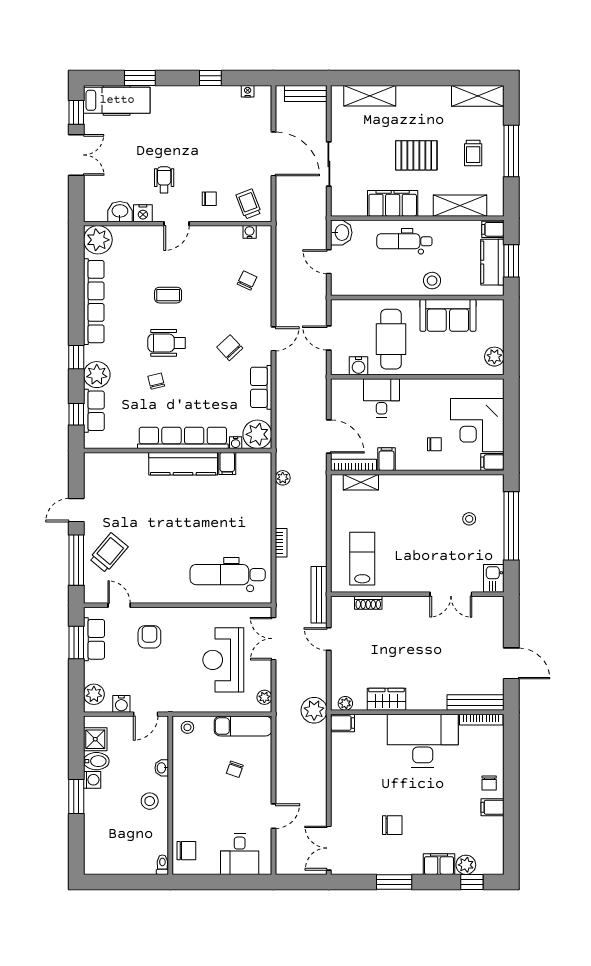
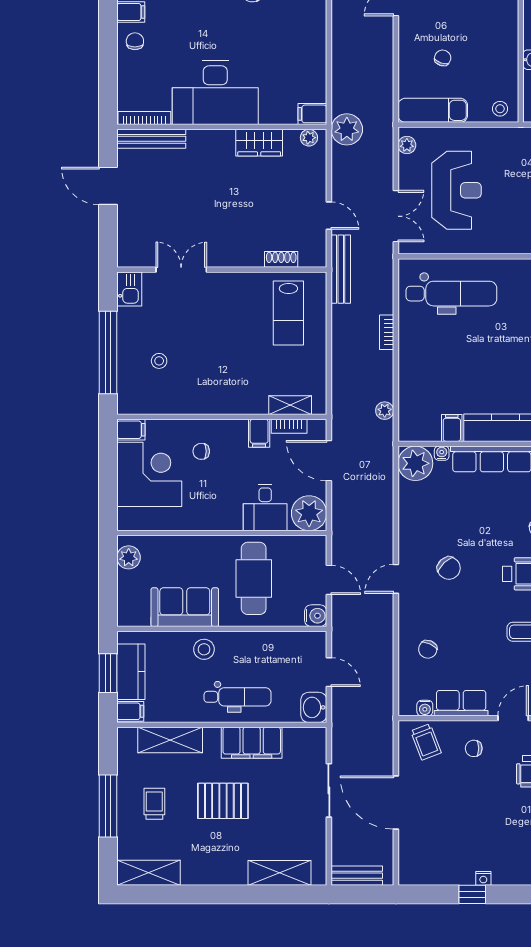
nightstand: (248, 91) -> (483, 878), moved
water cooler: (359, 366) -> (316, 616), moved, turned 90
row of seats: (261, 387) -> (461, 703), moved, turned -90
plant: (345, 393) -> (309, 513), added
bookcase: (354, 465) -> (289, 426), width x0.64

